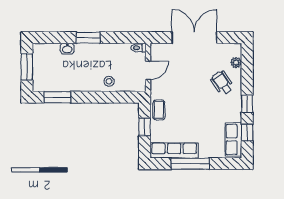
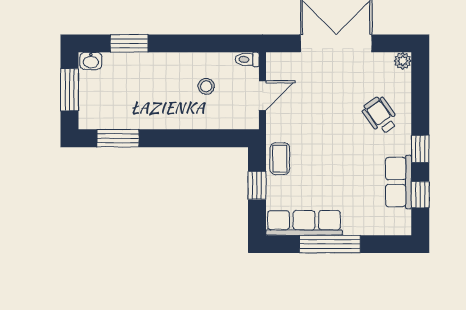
window: (88, 38) -> (129, 43), moved
washbasin: (67, 49) -> (91, 61), moved
plant: (236, 63) -> (403, 61), moved
stool: (109, 81) -> (206, 86), moved
row of seats: (233, 139) -> (399, 182), moved

